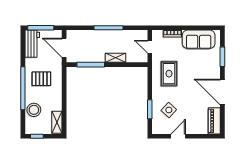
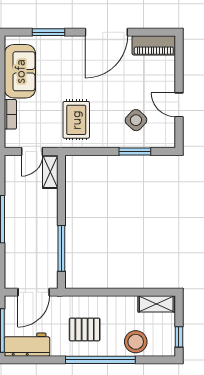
shelving: (116, 58) -> (50, 172), moved
rug: (169, 74) -> (76, 120), turned 90
pallet: (41, 79) -> (85, 329), turned 90

